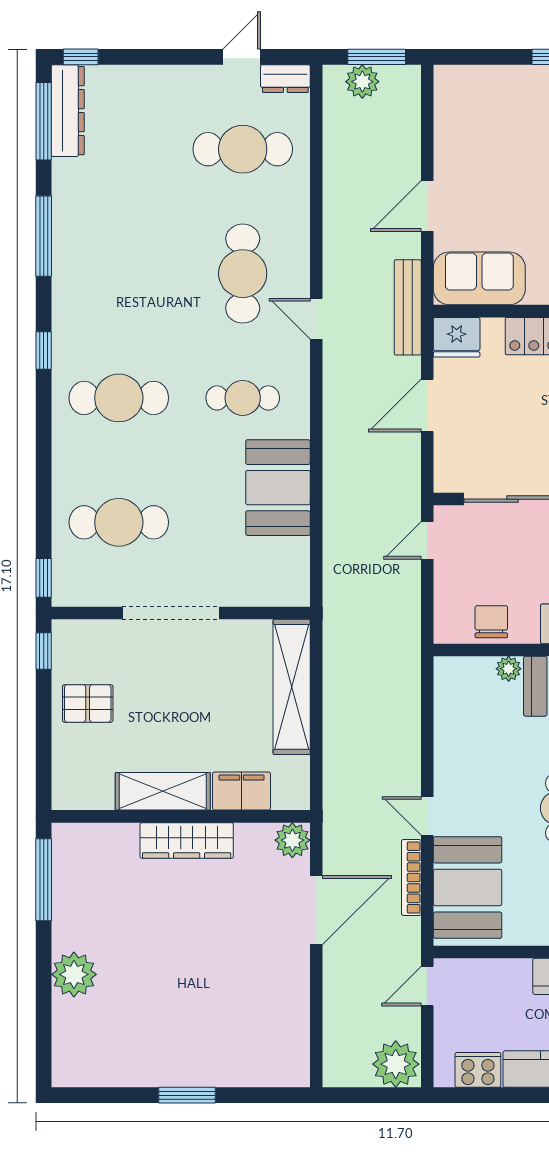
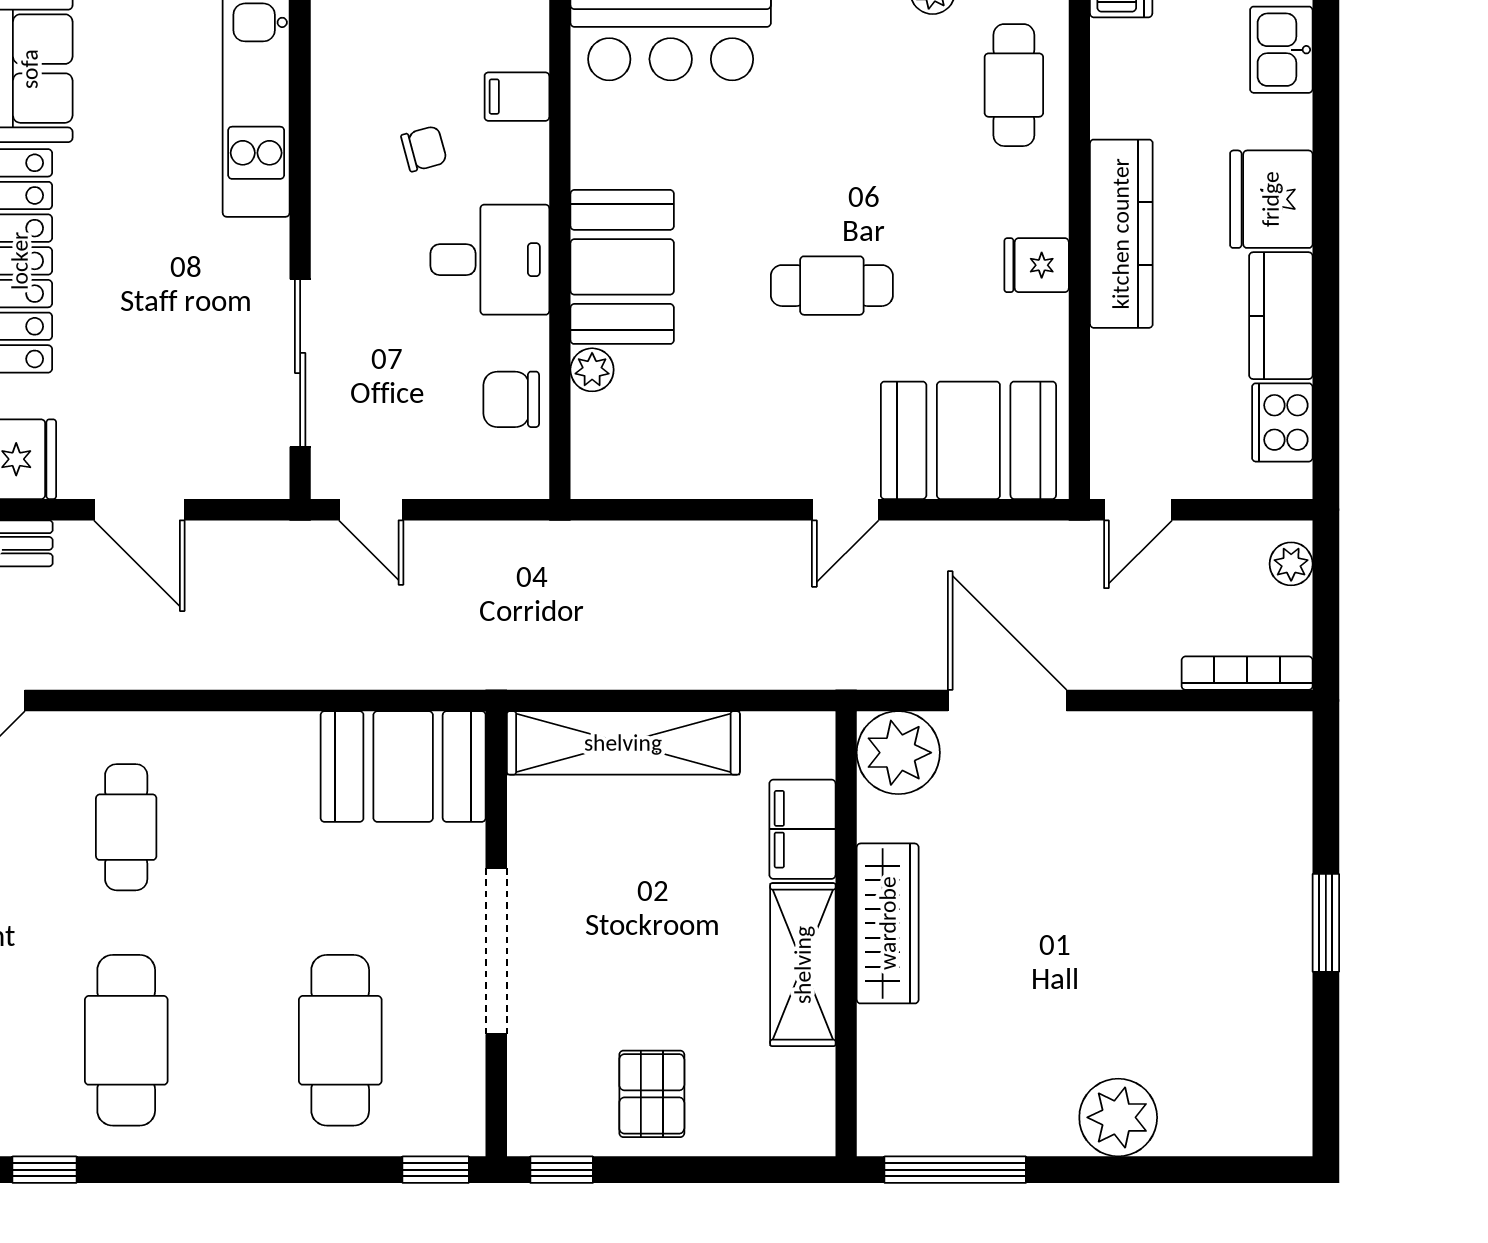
booth: (278, 488) -> (403, 767), moved
plant: (292, 840) -> (898, 753), width x1.36, depth x1.36
bookcase: (411, 878) -> (1247, 673), moved, turned 180
door: (427, 986) -> (1138, 510), hinge flipped
plant: (396, 1064) -> (1291, 564), width x0.53, depth x0.53

